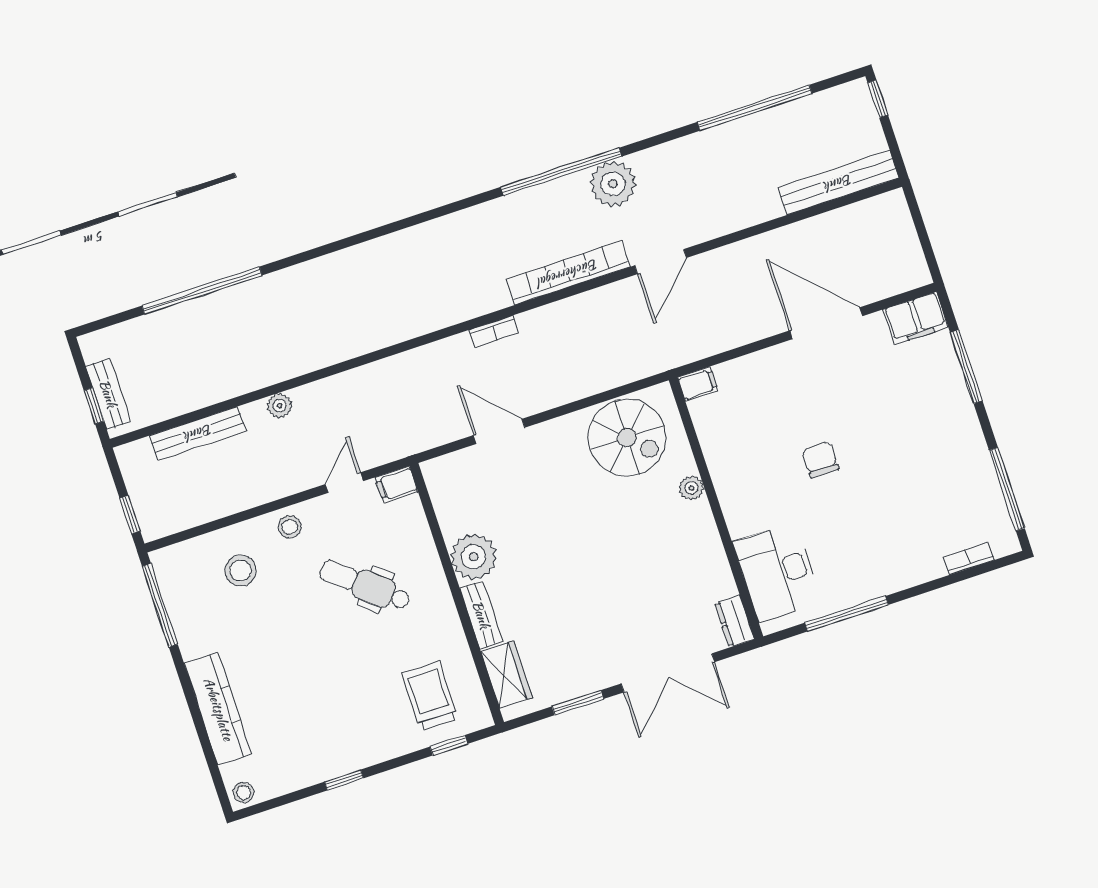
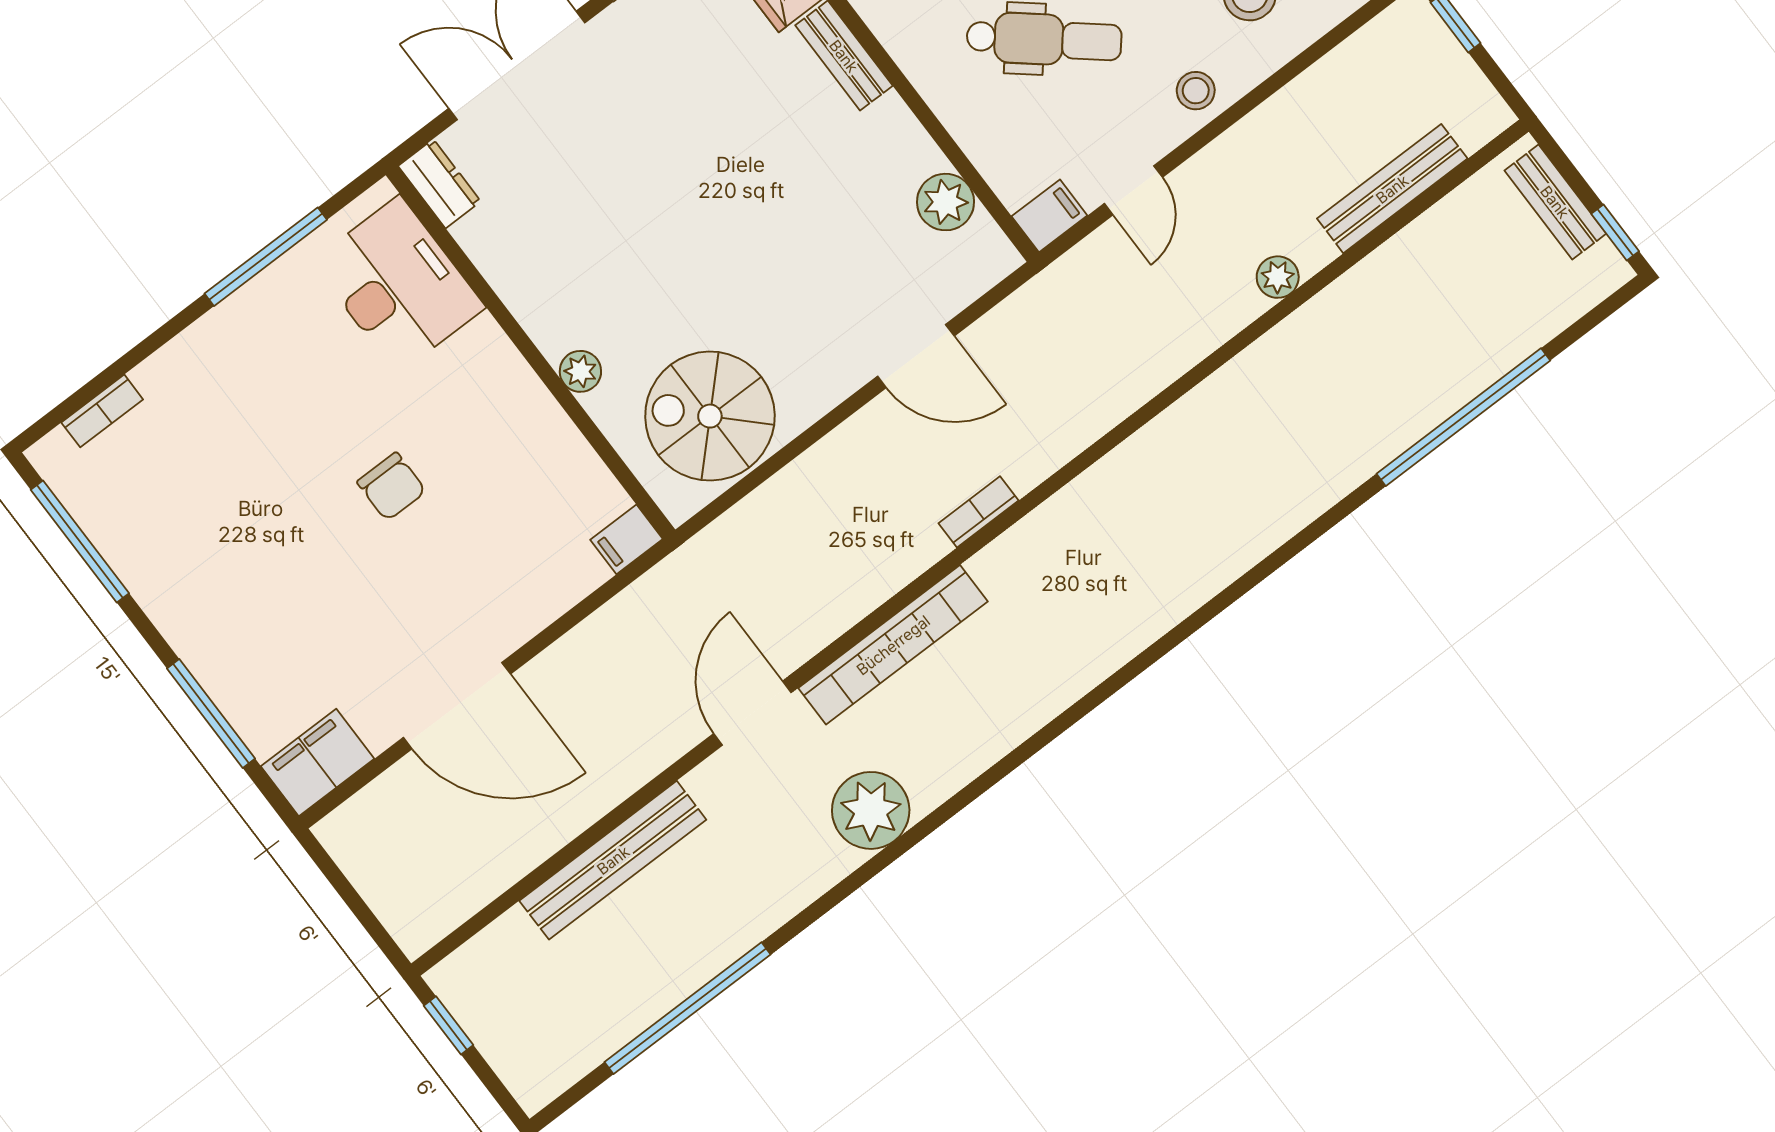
window: (878, 99) -> (449, 1025), moved
window: (561, 172) -> (959, 801), removed
bench: (838, 183) -> (613, 860), moved
window: (94, 406) -> (1615, 232), moved
plant: (474, 557) -> (946, 202), moved, width x0.73, depth x0.73

